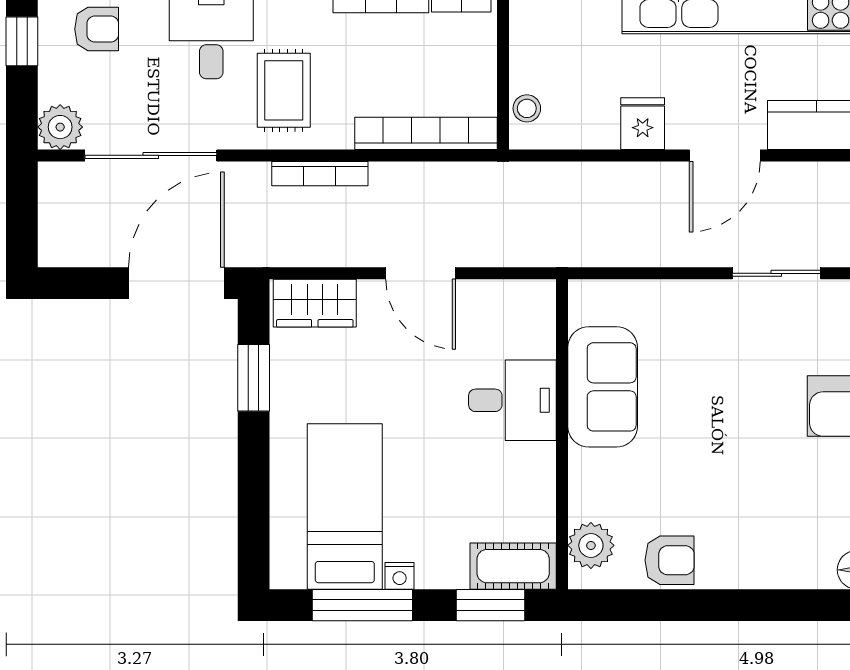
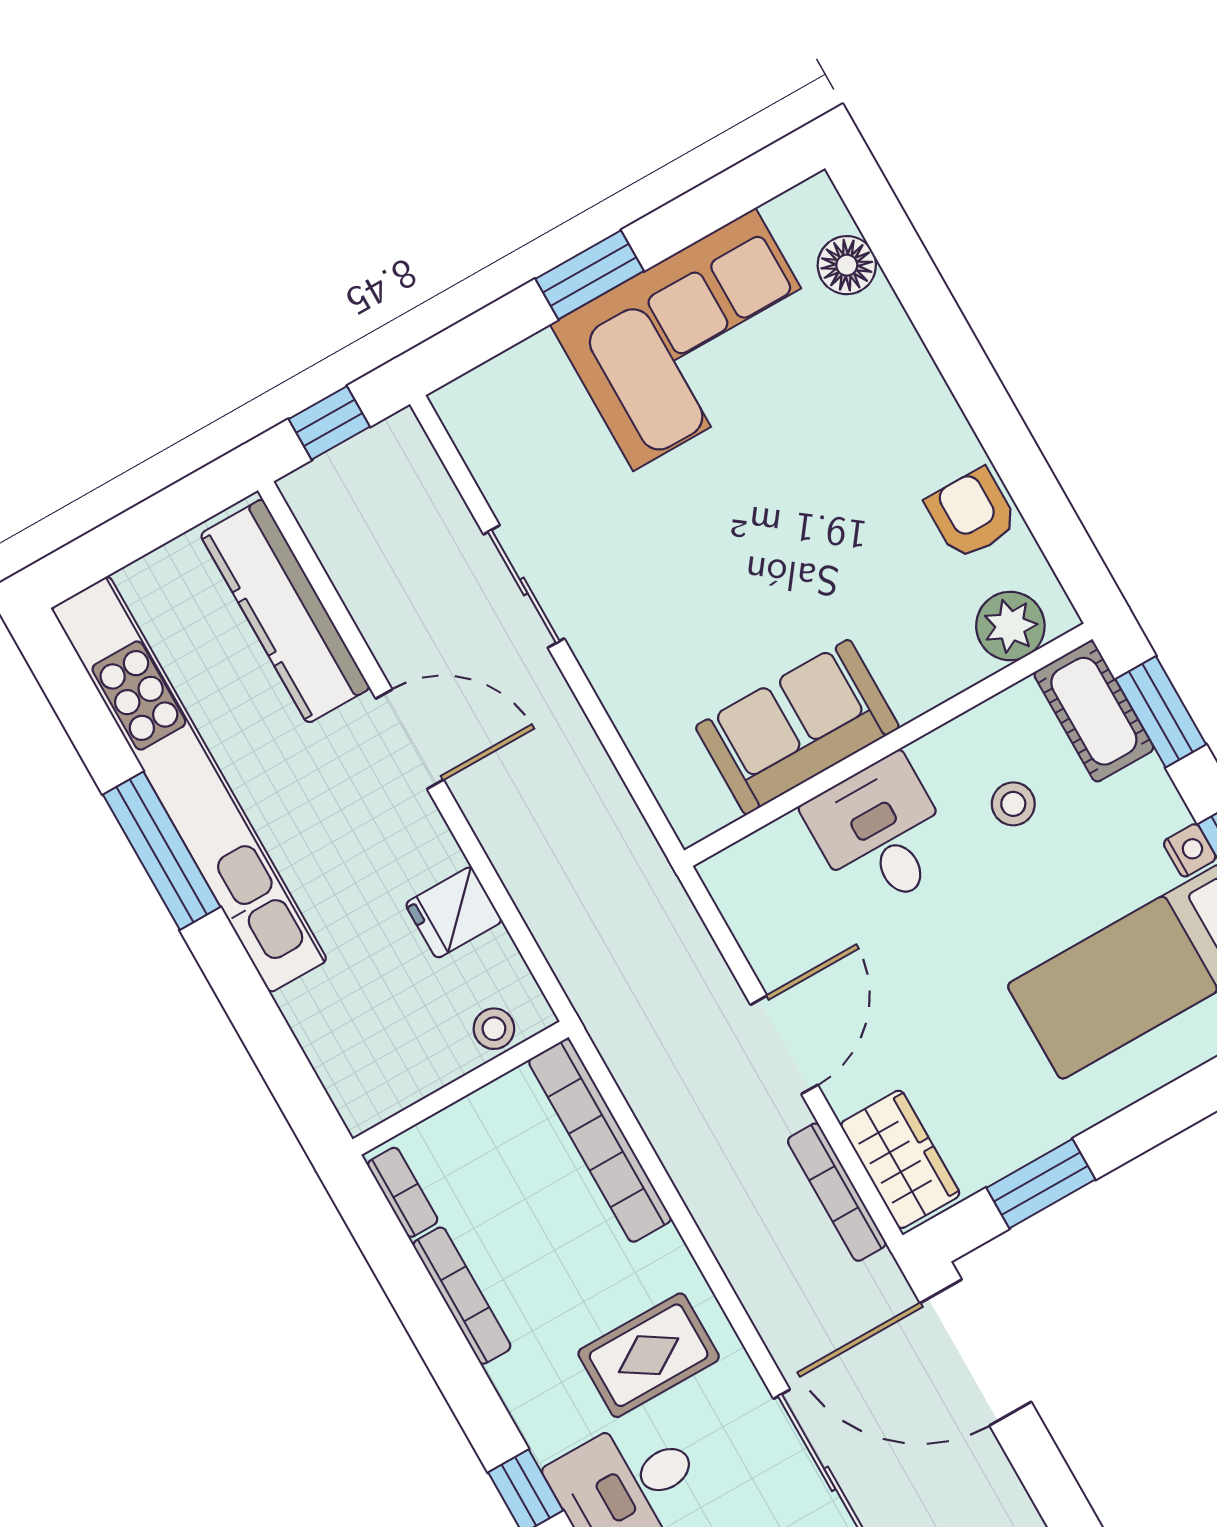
fridge: (643, 124) -> (454, 912), moved
bookcase: (320, 174) -> (837, 1192), moved, turned 180
stool: (486, 488) -> (1013, 804), added

